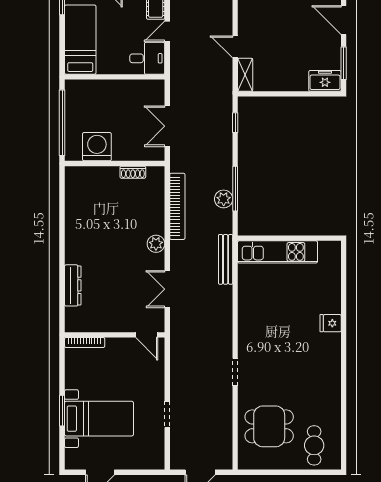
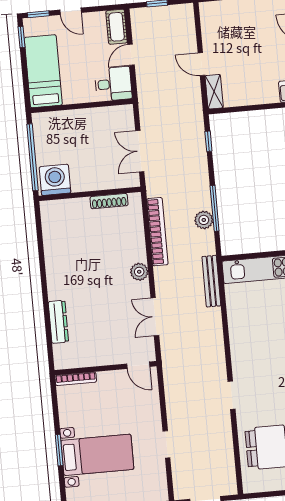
washing machine: (97, 147) -> (55, 180), moved
shoe rack: (133, 172) -> (109, 201), width x1.43

